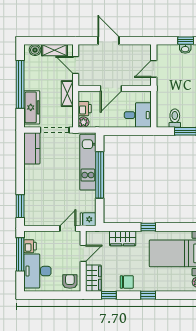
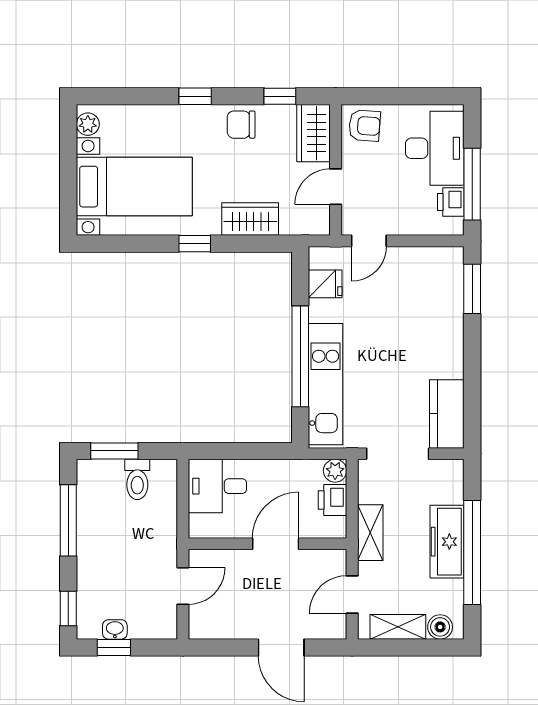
door: (76, 65) -> (352, 594), swing flipped
freezer: (32, 107) -> (447, 542), moved
fridge: (88, 219) -> (325, 284), moved
armchair: (70, 281) -> (365, 126), turned -86

